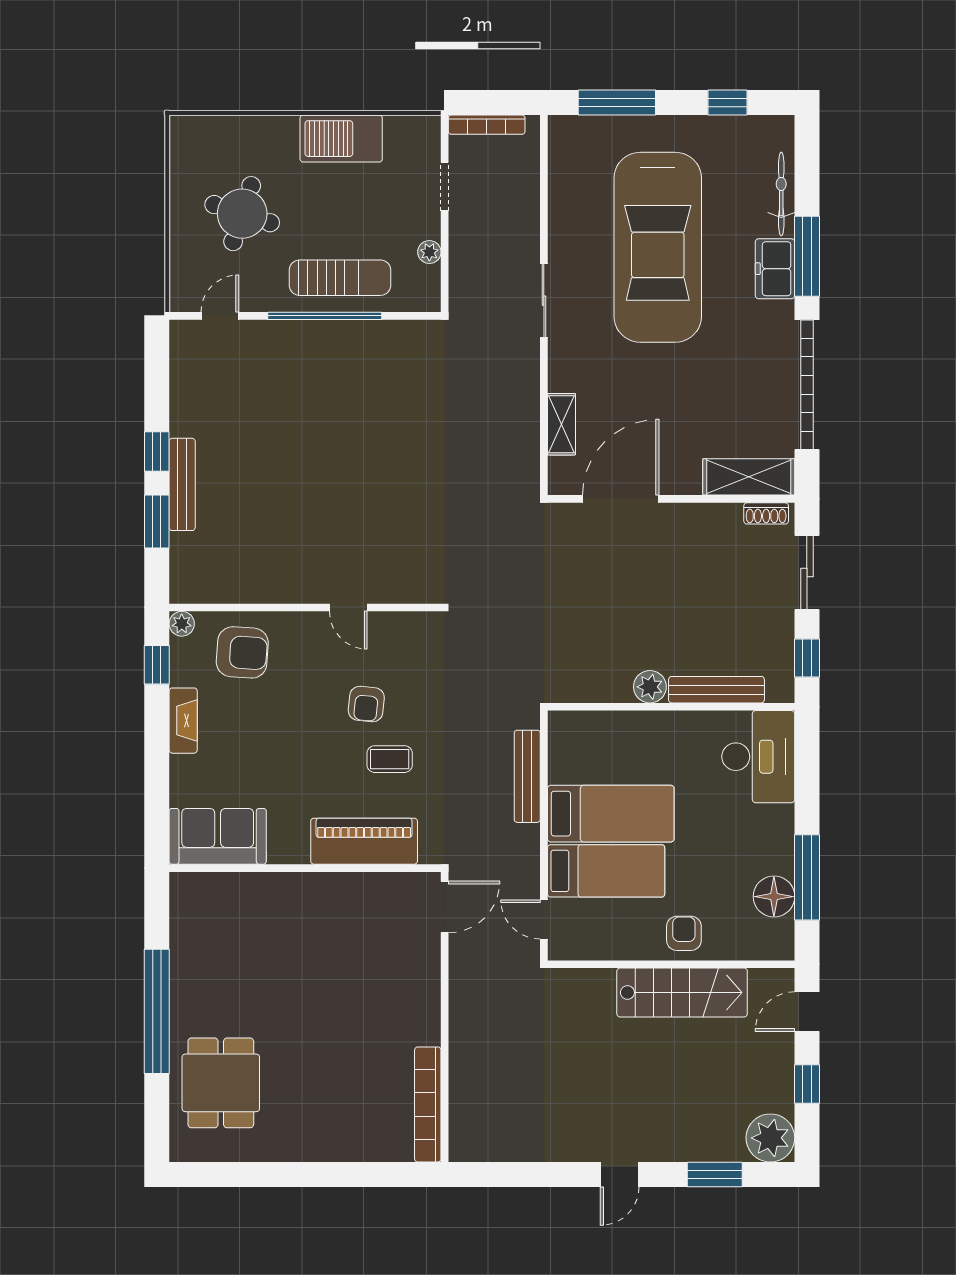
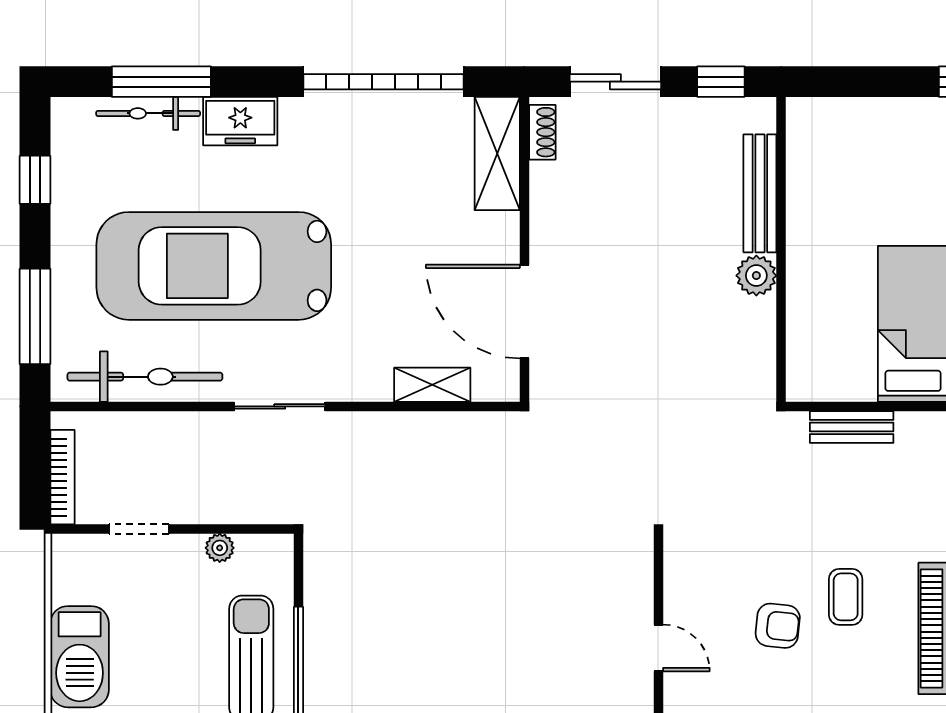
bicycle: (568, 192) -> (145, 377), added
car: (658, 247) -> (214, 266), turned 180
window: (807, 256) -> (161, 82), moved
door: (348, 607) -> (658, 648), hinge flipped
desk: (758, 757) -> (843, 142), removed
bench: (527, 776) -> (852, 427), width x0.73

